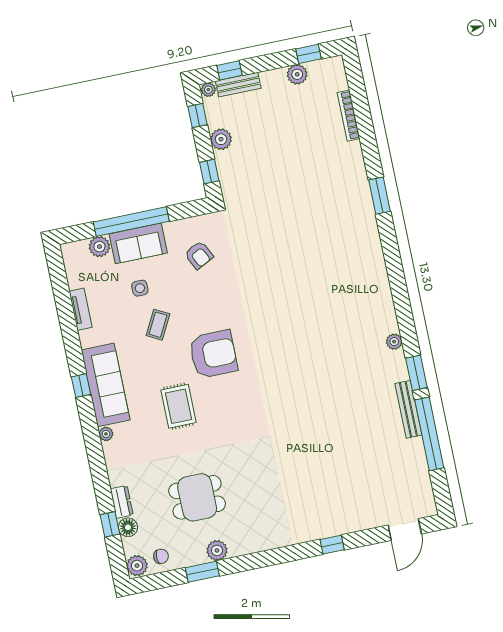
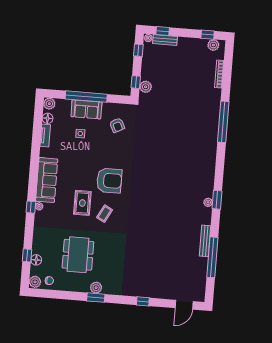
plant: (297, 74) -> (213, 45), moved
plant: (221, 139) -> (146, 87), moved
window: (379, 196) -> (223, 122), width x2.11
plant: (99, 247) -> (49, 104), moved
floor lamp: (76, 278) -> (48, 118), added
coffee table: (158, 325) -> (105, 214), moved
window: (416, 373) -> (217, 200), moved
window: (81, 386) -> (31, 207), moved
dining table: (197, 497) -> (78, 255), width x1.37
dresser: (122, 502) -> (37, 245), removed
plant: (217, 550) -> (96, 288), moved
window: (202, 572) -> (96, 298), moved

